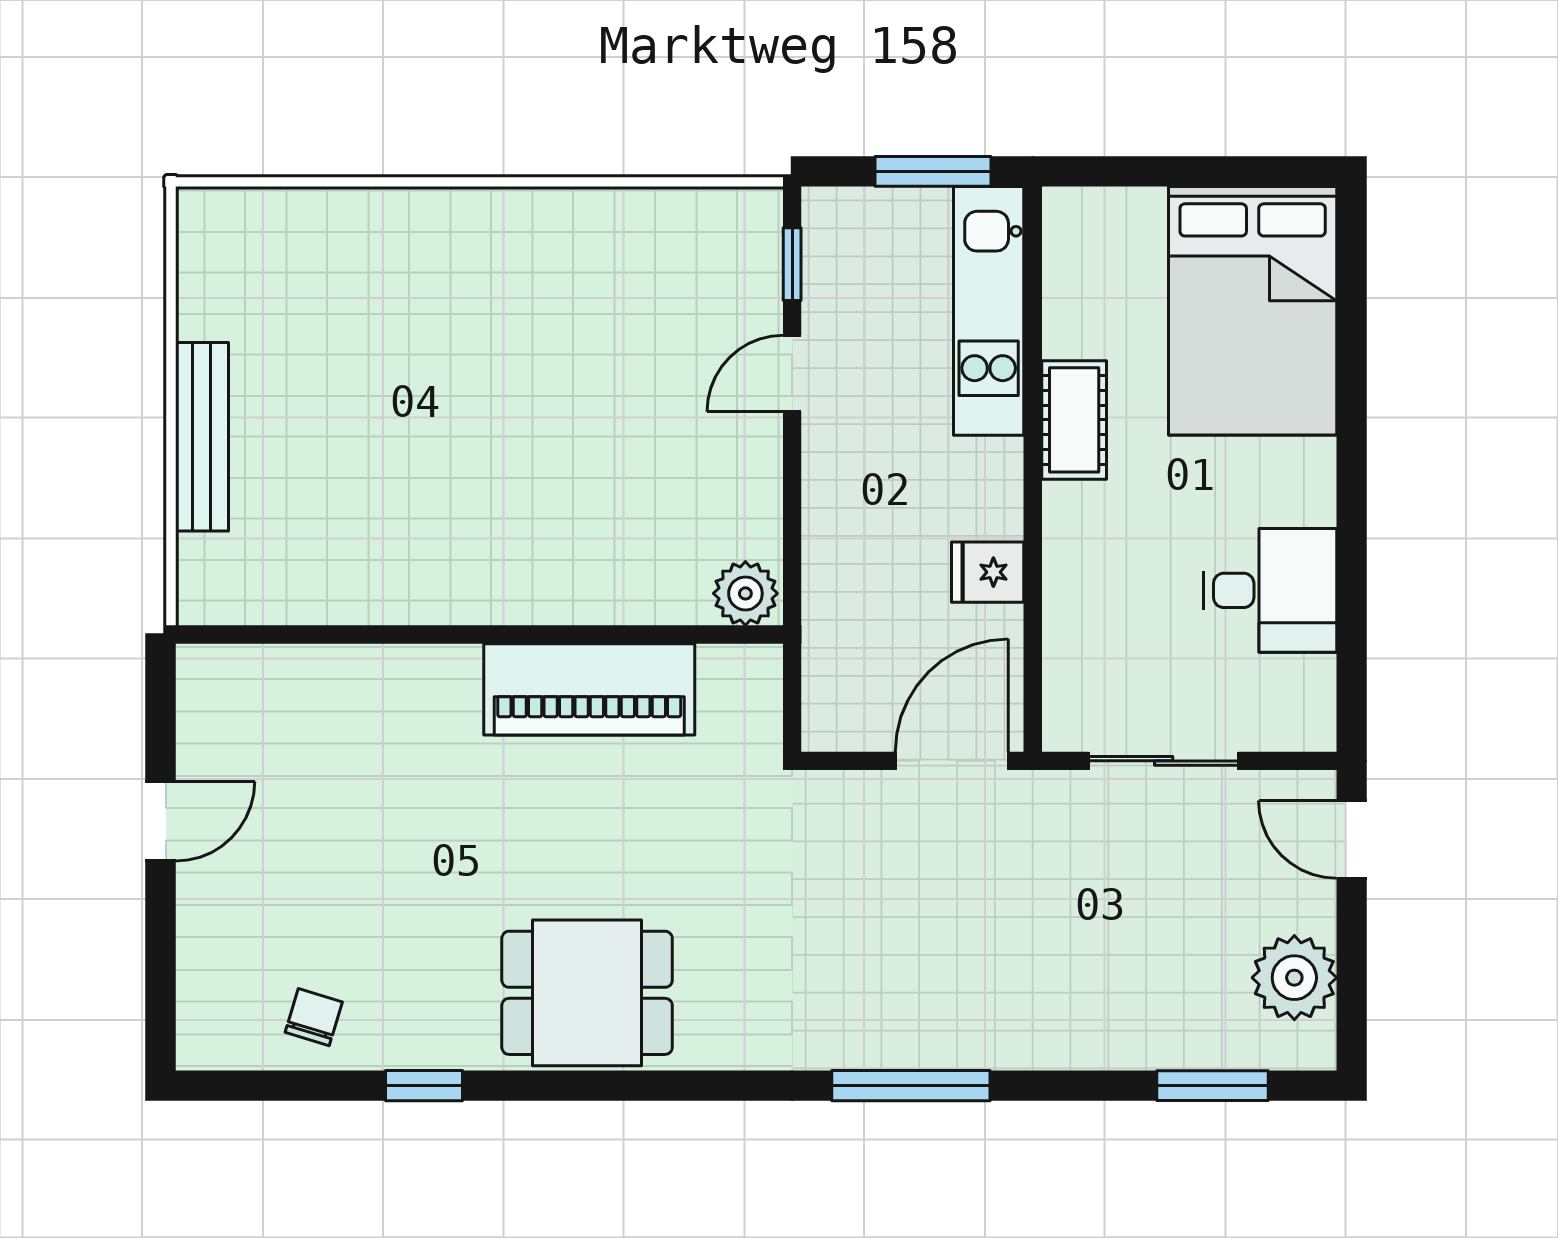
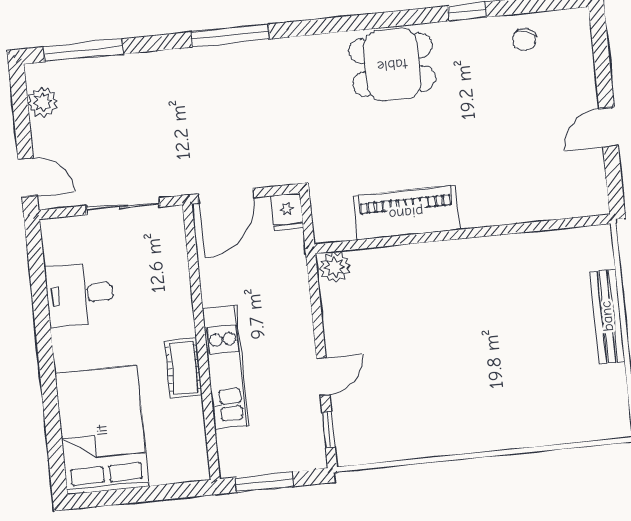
kitchen unit: (989, 311) -> (225, 367), moved
fridge: (988, 572) -> (287, 212), moved, turned 90
plant: (1294, 978) -> (43, 102), width x0.73, depth x0.73
window: (1212, 1086) -> (83, 50), width x1.44

